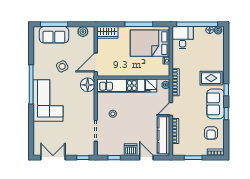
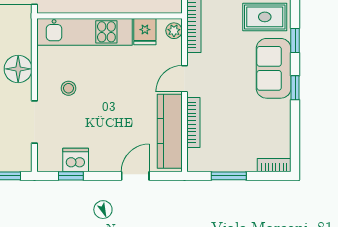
floor lamp: (88, 85) -> (18, 69), moved
armchair: (211, 133) -> (265, 127), removed
dishwasher: (131, 150) -> (76, 160), moved
door: (146, 158) -> (135, 176), hinge flipped

